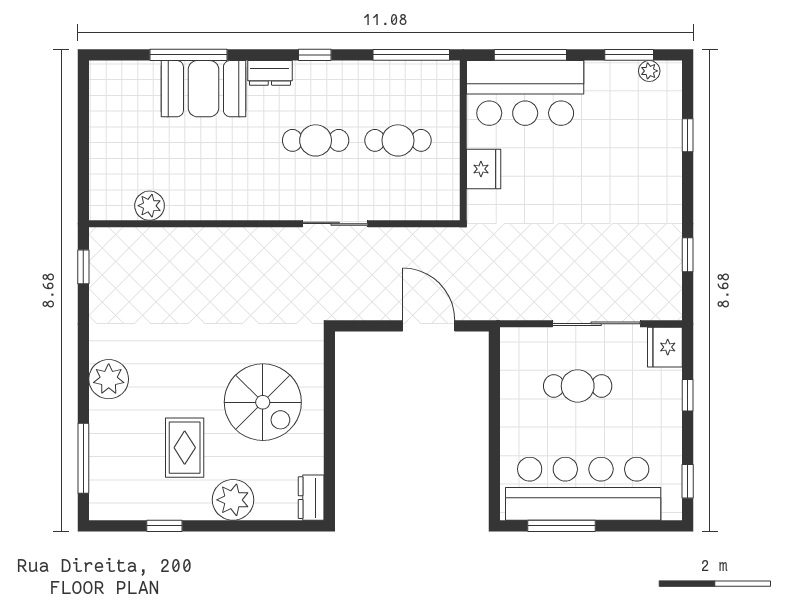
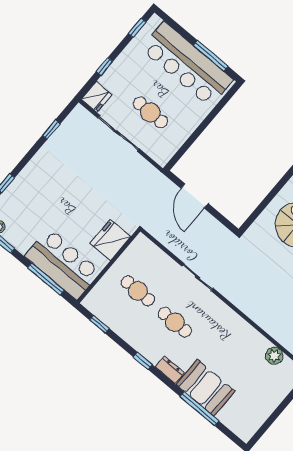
window: (411, 55) -> (99, 324), width x0.46
fridge: (484, 169) -> (110, 240), width x1.36, depth x1.34

